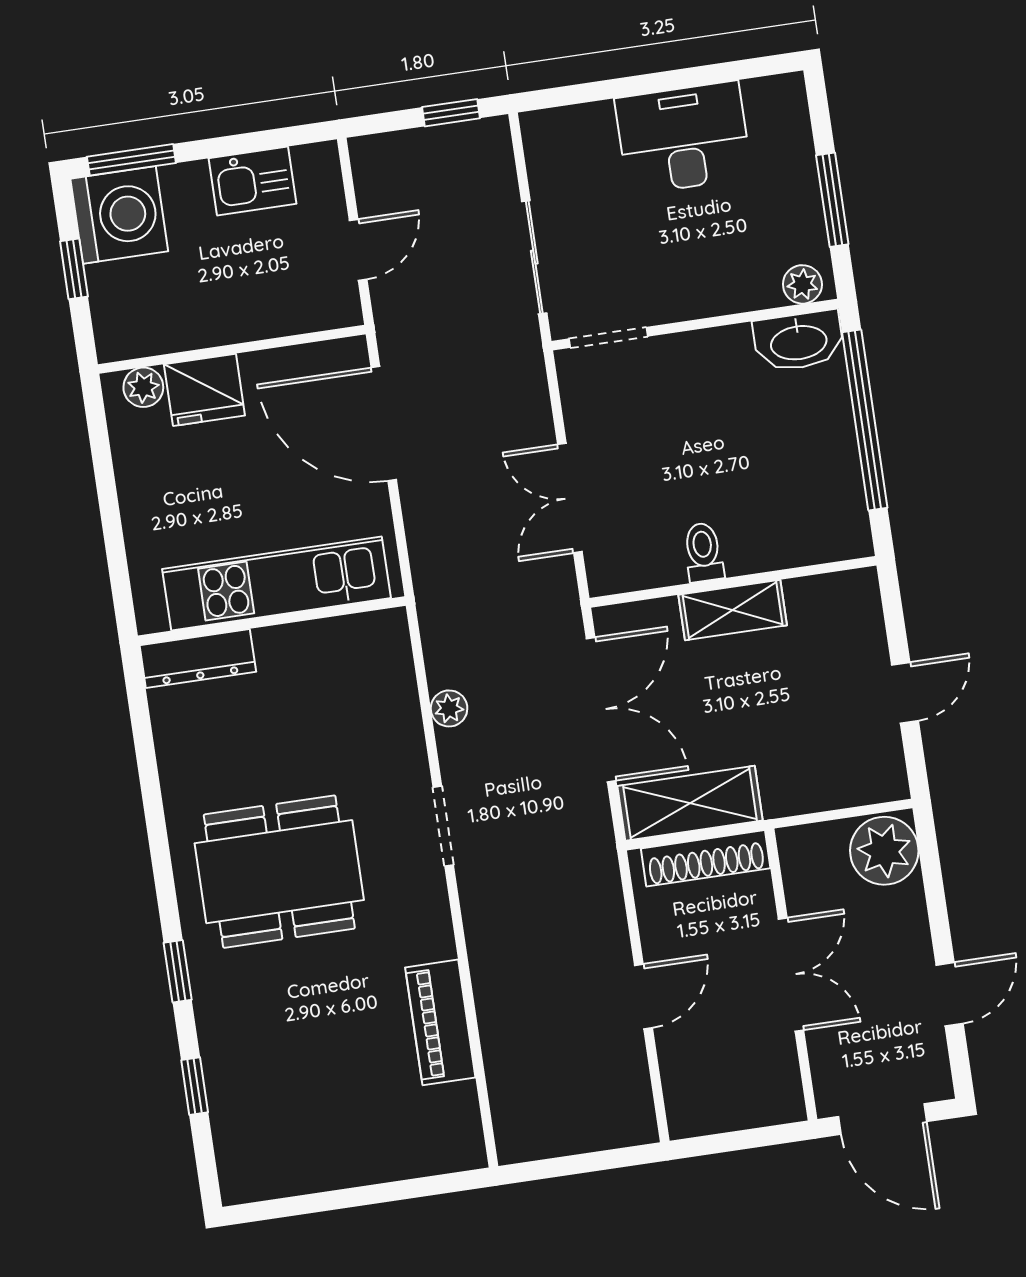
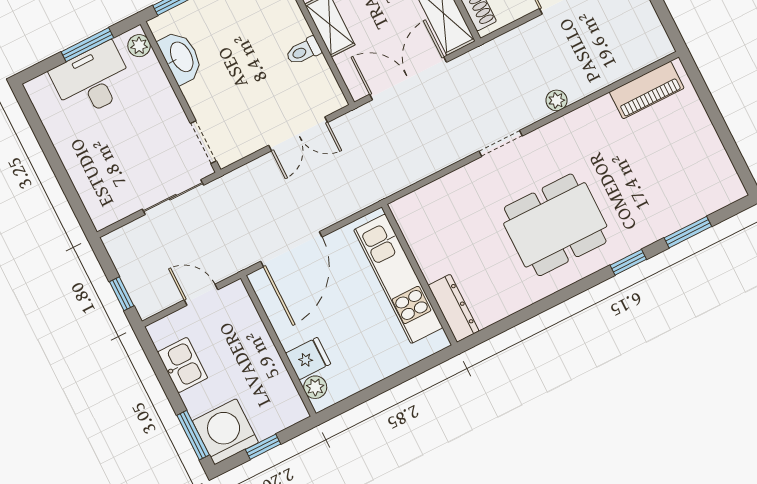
window: (451, 113) -> (122, 294), moved
desk: (683, 138) -> (92, 80), moved, turned 90
washbasin: (799, 341) -> (181, 57), moved
fridge: (204, 390) -> (308, 359), width x0.72
plant: (449, 708) -> (557, 100), moved
dining table: (279, 872) -> (555, 225), turned 90
piano: (440, 1022) -> (647, 90), moved
window: (195, 1086) -> (688, 232), width x1.50

